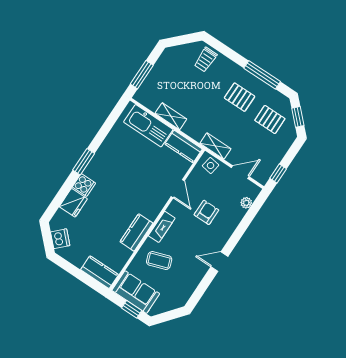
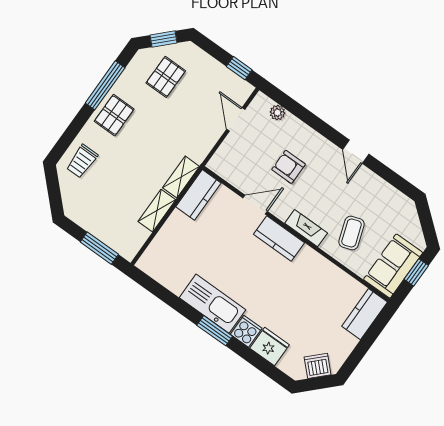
trolley: (206, 60) -> (82, 161), turned 90
pallet: (240, 97) -> (114, 115), moved
kitchen sink: (148, 126) -> (213, 304), moved, turned -90
shelving: (215, 146) -> (181, 177), moved
side table: (211, 165) -> (225, 159), removed
kitchen counter: (136, 232) -> (279, 238), moved

